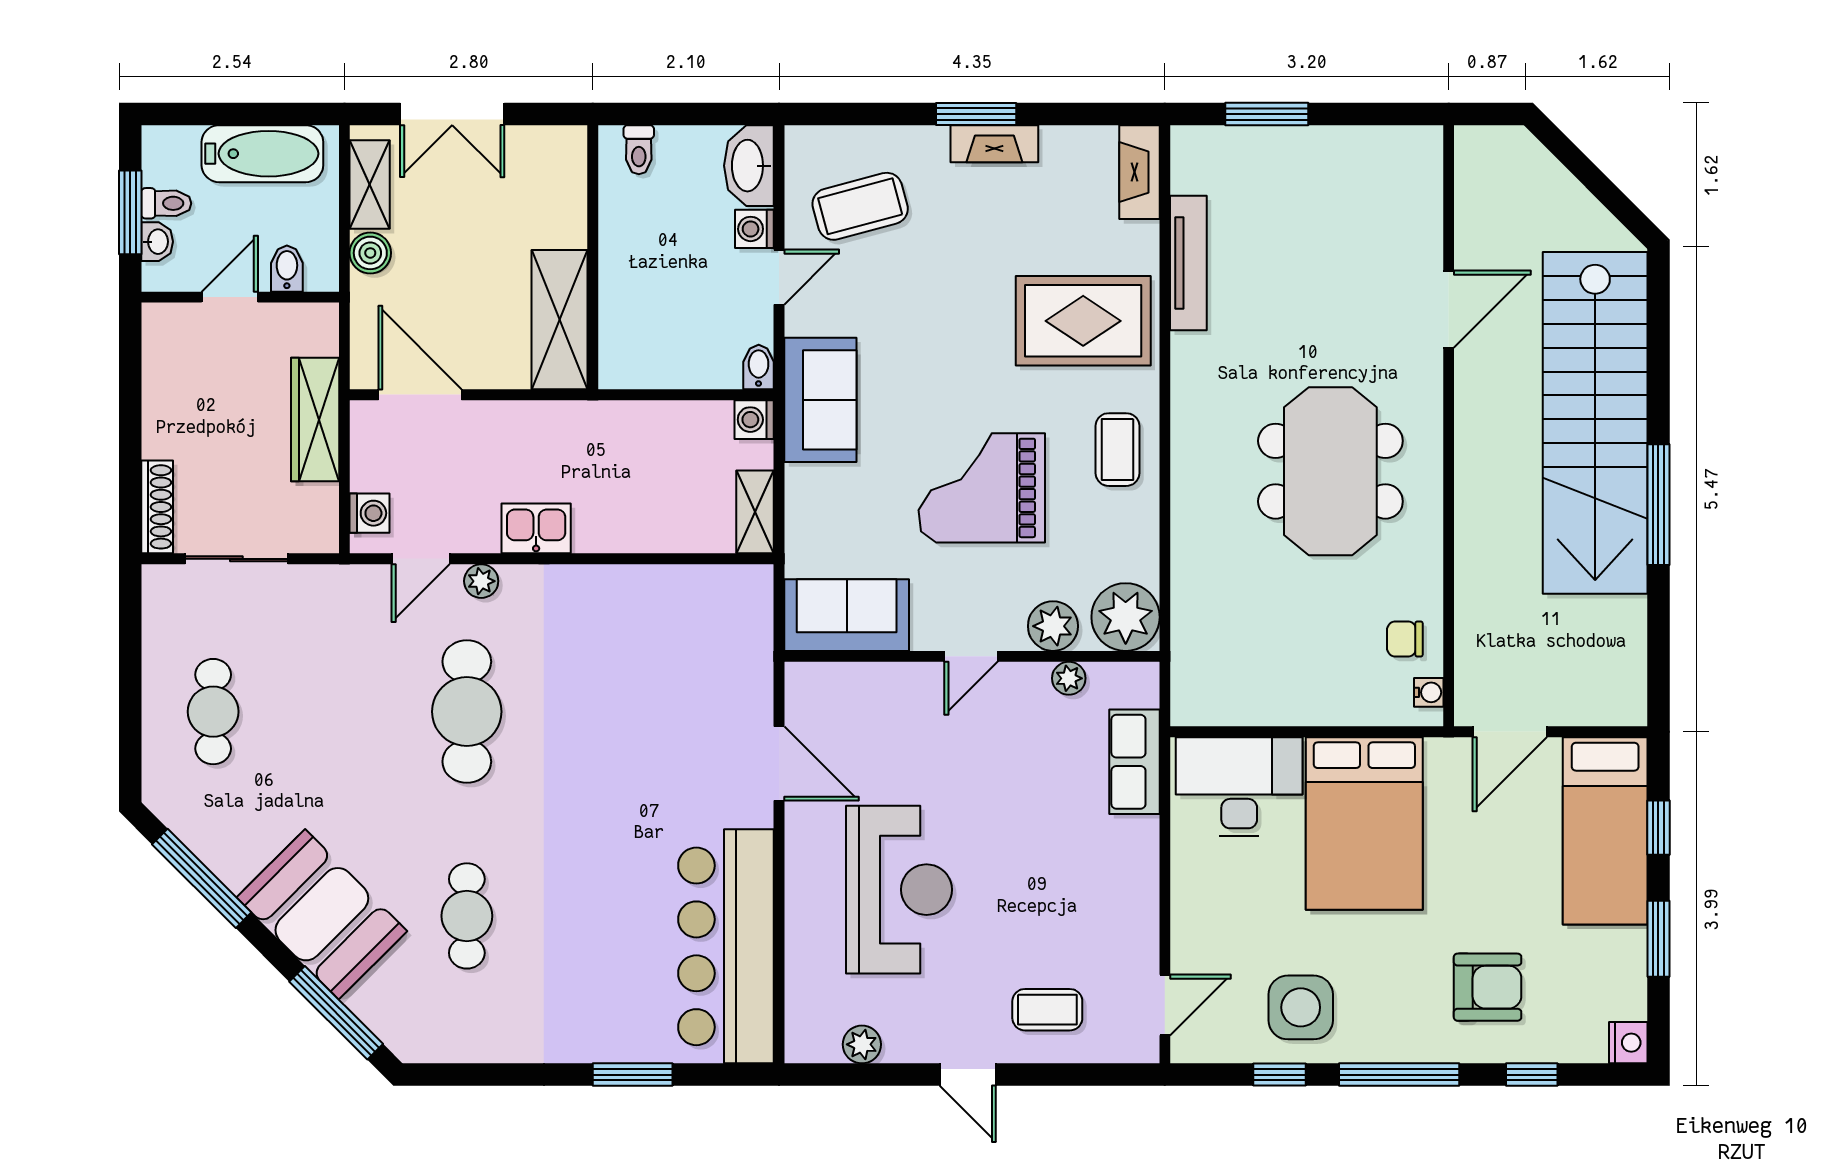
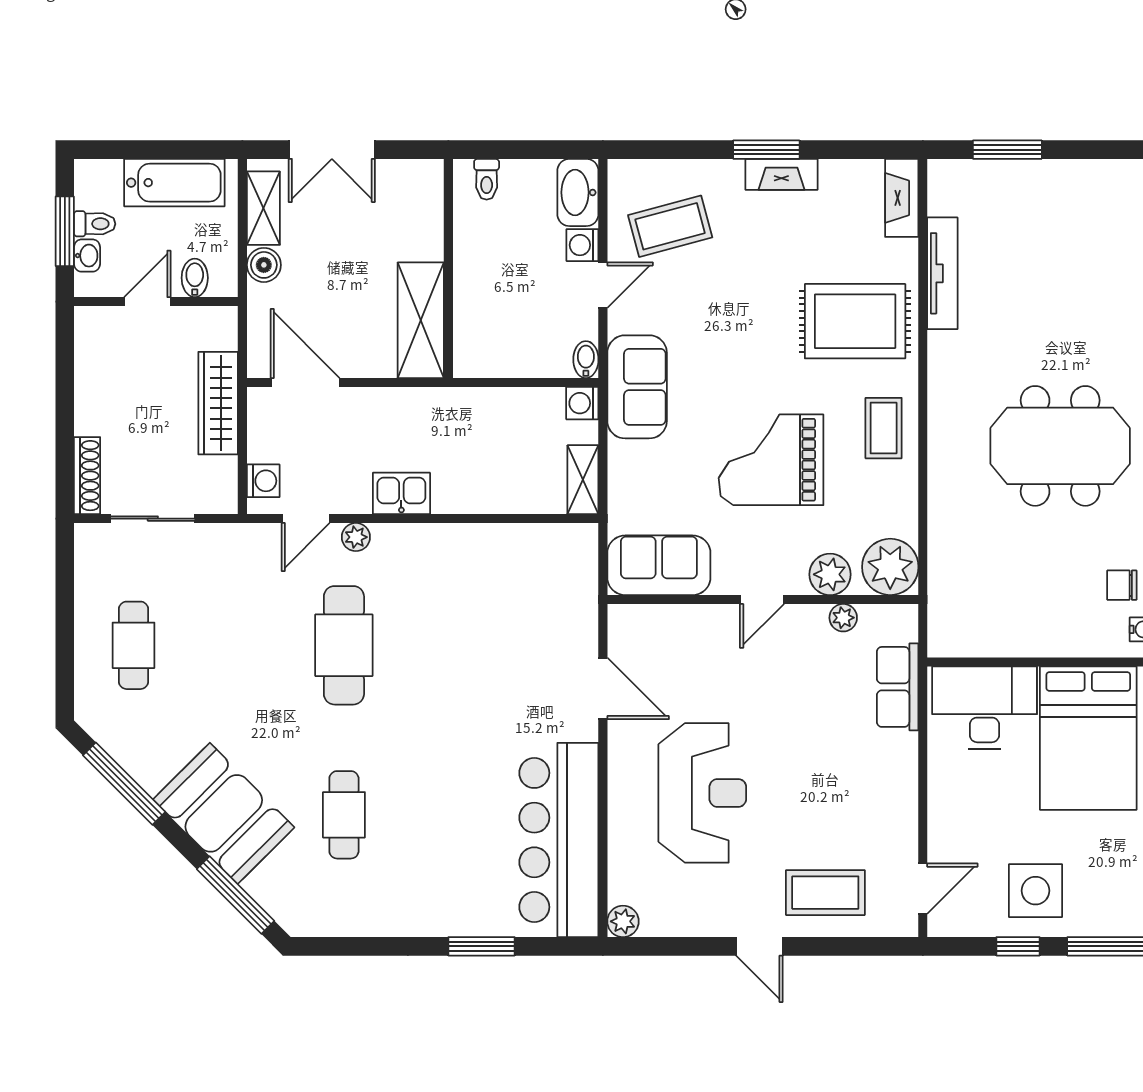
meeting table: (1330, 471) -> (1060, 446), turned 90
coffee table: (1047, 1010) -> (825, 893), width x1.36, depth x1.30
plant: (862, 1044) -> (623, 921), moved

